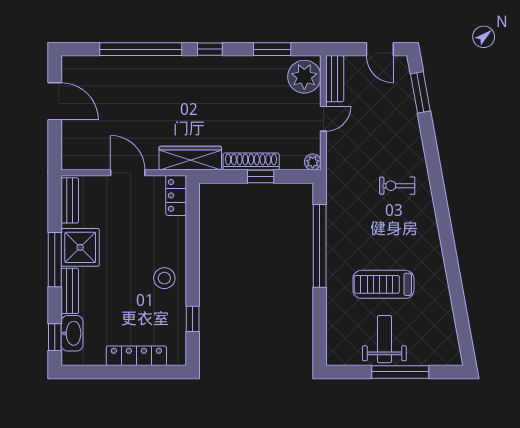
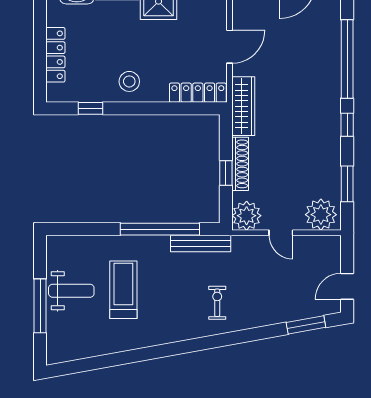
bench: (335, 79) -> (201, 243), moved, width x1.36
plant: (313, 162) -> (247, 216), width x1.88, depth x1.88
locker: (176, 195) -> (198, 93), width x1.53

